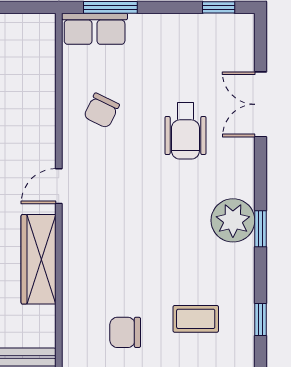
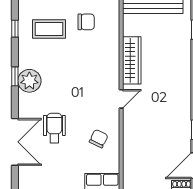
double door: (260, 104) -> (15, 142), width x1.37
coffee table: (196, 319) -> (49, 29), width x1.36, depth x1.30

